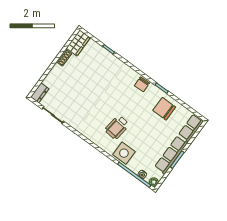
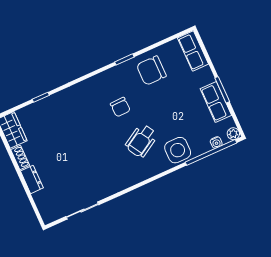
chair: (142, 84) -> (120, 107), moved
dresser: (40, 93) -> (32, 179), moved
wheelchair: (117, 127) -> (141, 141), turned 52
row of seats: (171, 155) -> (216, 102), width x0.68

